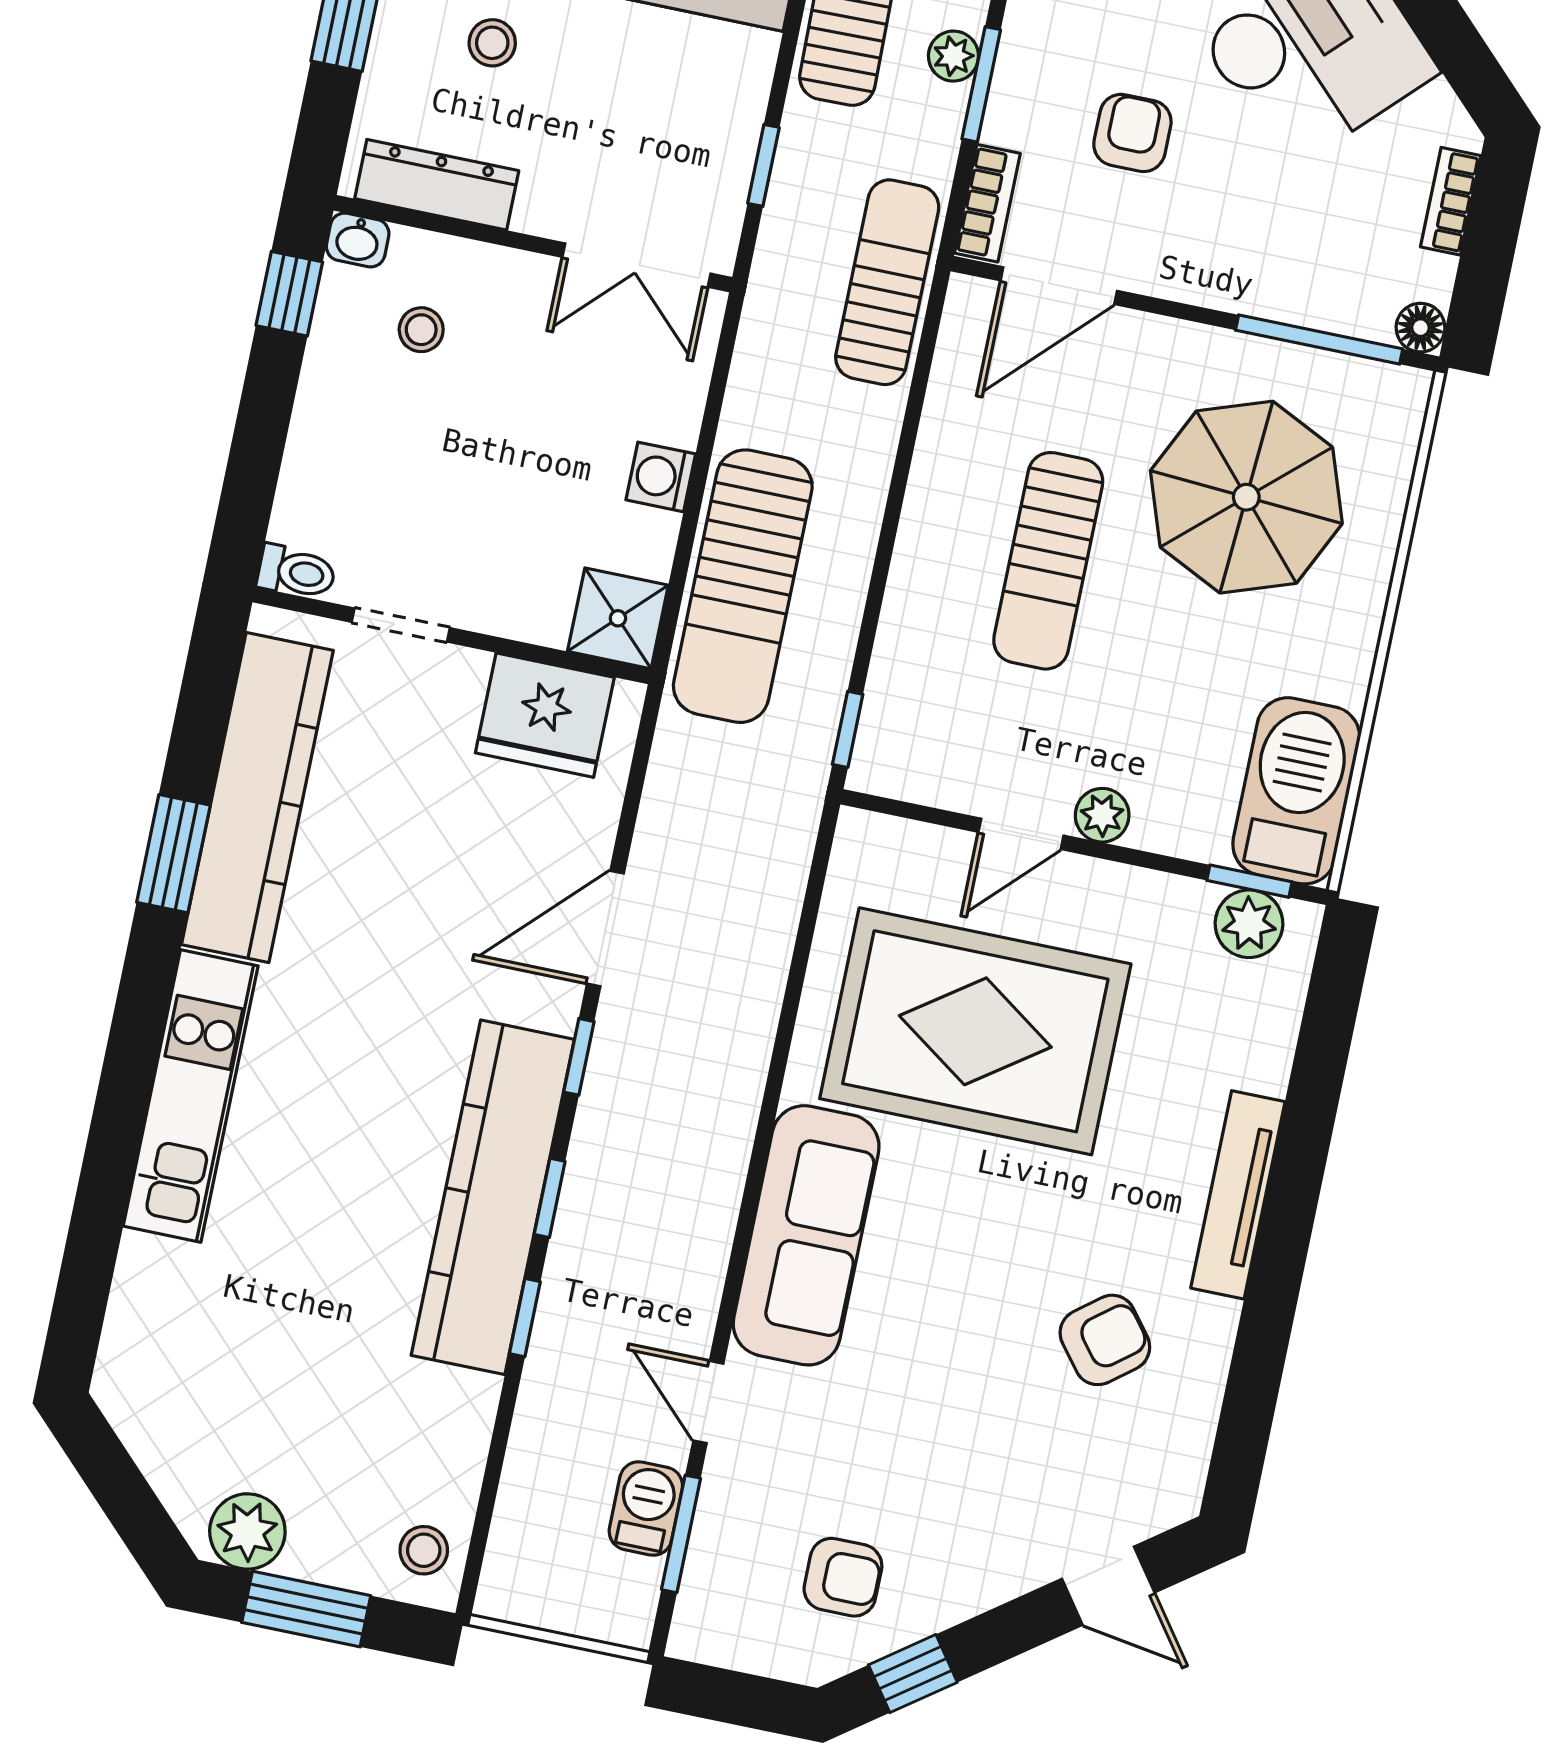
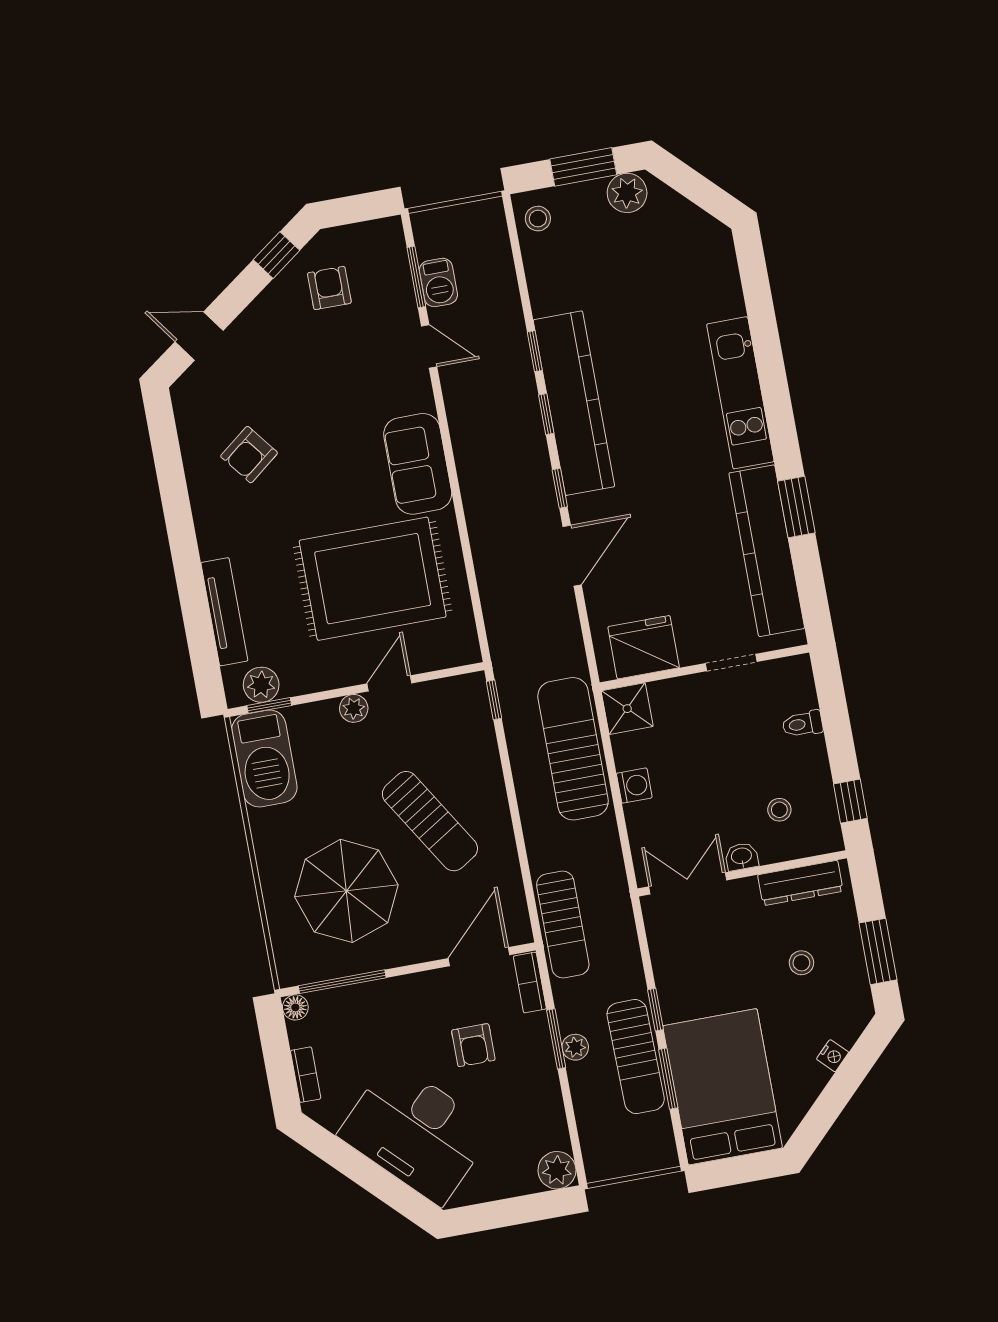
window: (763, 165) -> (656, 1010), moved
washbasin: (358, 240) -> (742, 857), moved
sun lounger: (1048, 561) -> (430, 821), turned 148
toilet: (296, 572) -> (802, 724), moved
tv unit: (1238, 1195) -> (224, 612), moved
sofa: (806, 1235) -> (418, 464), width x0.73
armchair: (843, 1577) -> (329, 288), turned 90

